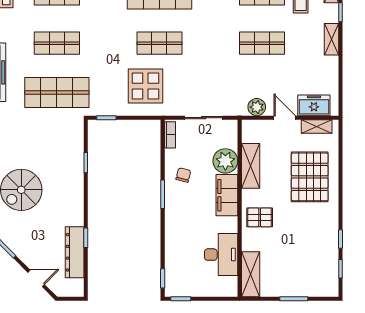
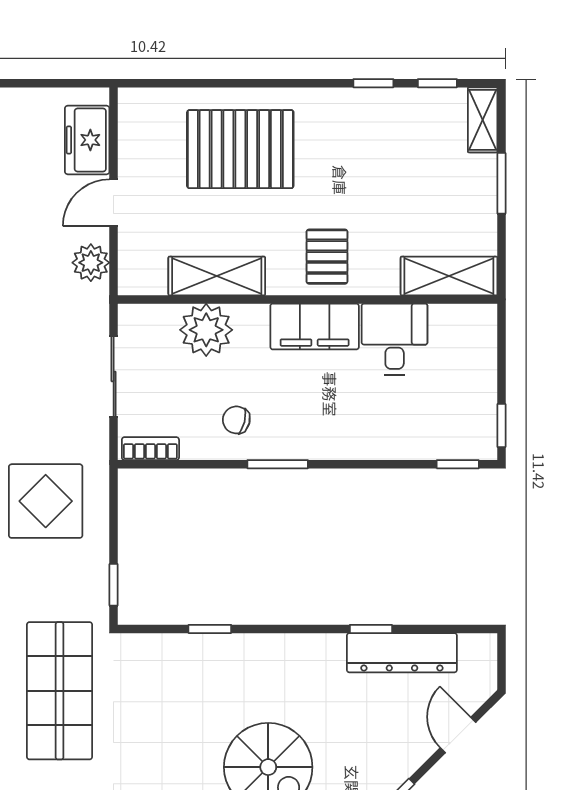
shelving: (317, 126) -> (483, 120), moved
filing cabinet: (227, 195) -> (315, 326), moved
desk: (221, 255) -> (395, 339), width x0.73

